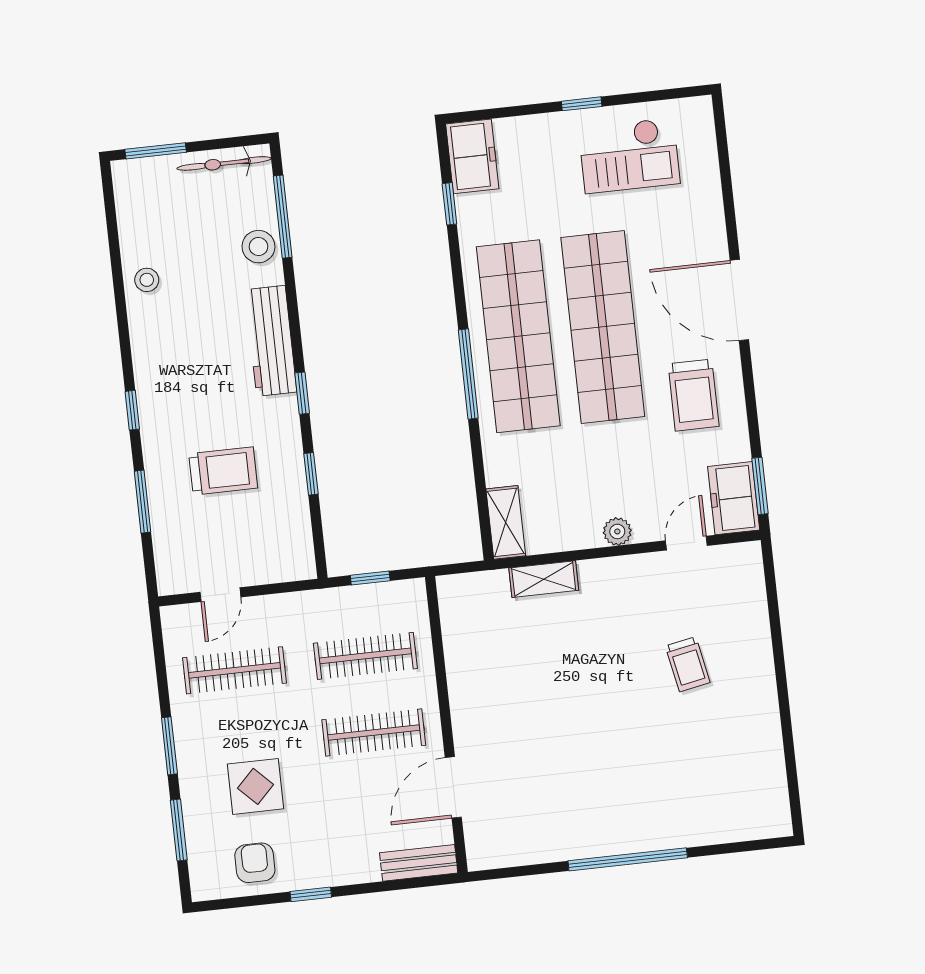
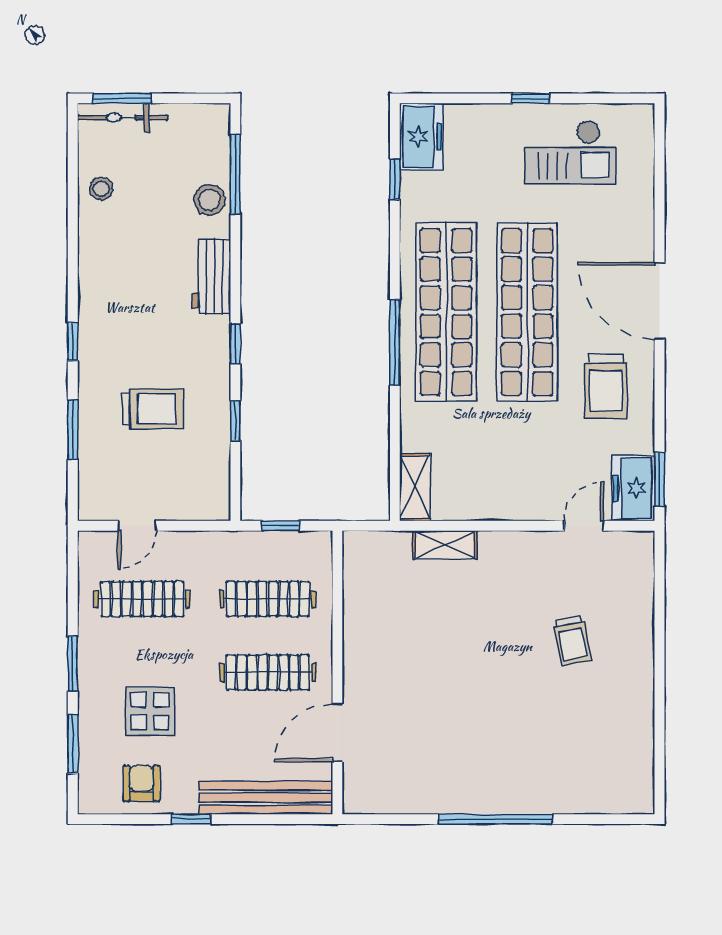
bicycle: (224, 163) -> (123, 118), moved
stool: (147, 280) -> (101, 189), moved
workbench: (271, 341) -> (211, 276), width x0.73
plant: (617, 531) -> (520, 507), removed
bench: (419, 863) -> (266, 798), width x1.86, depth x1.21

